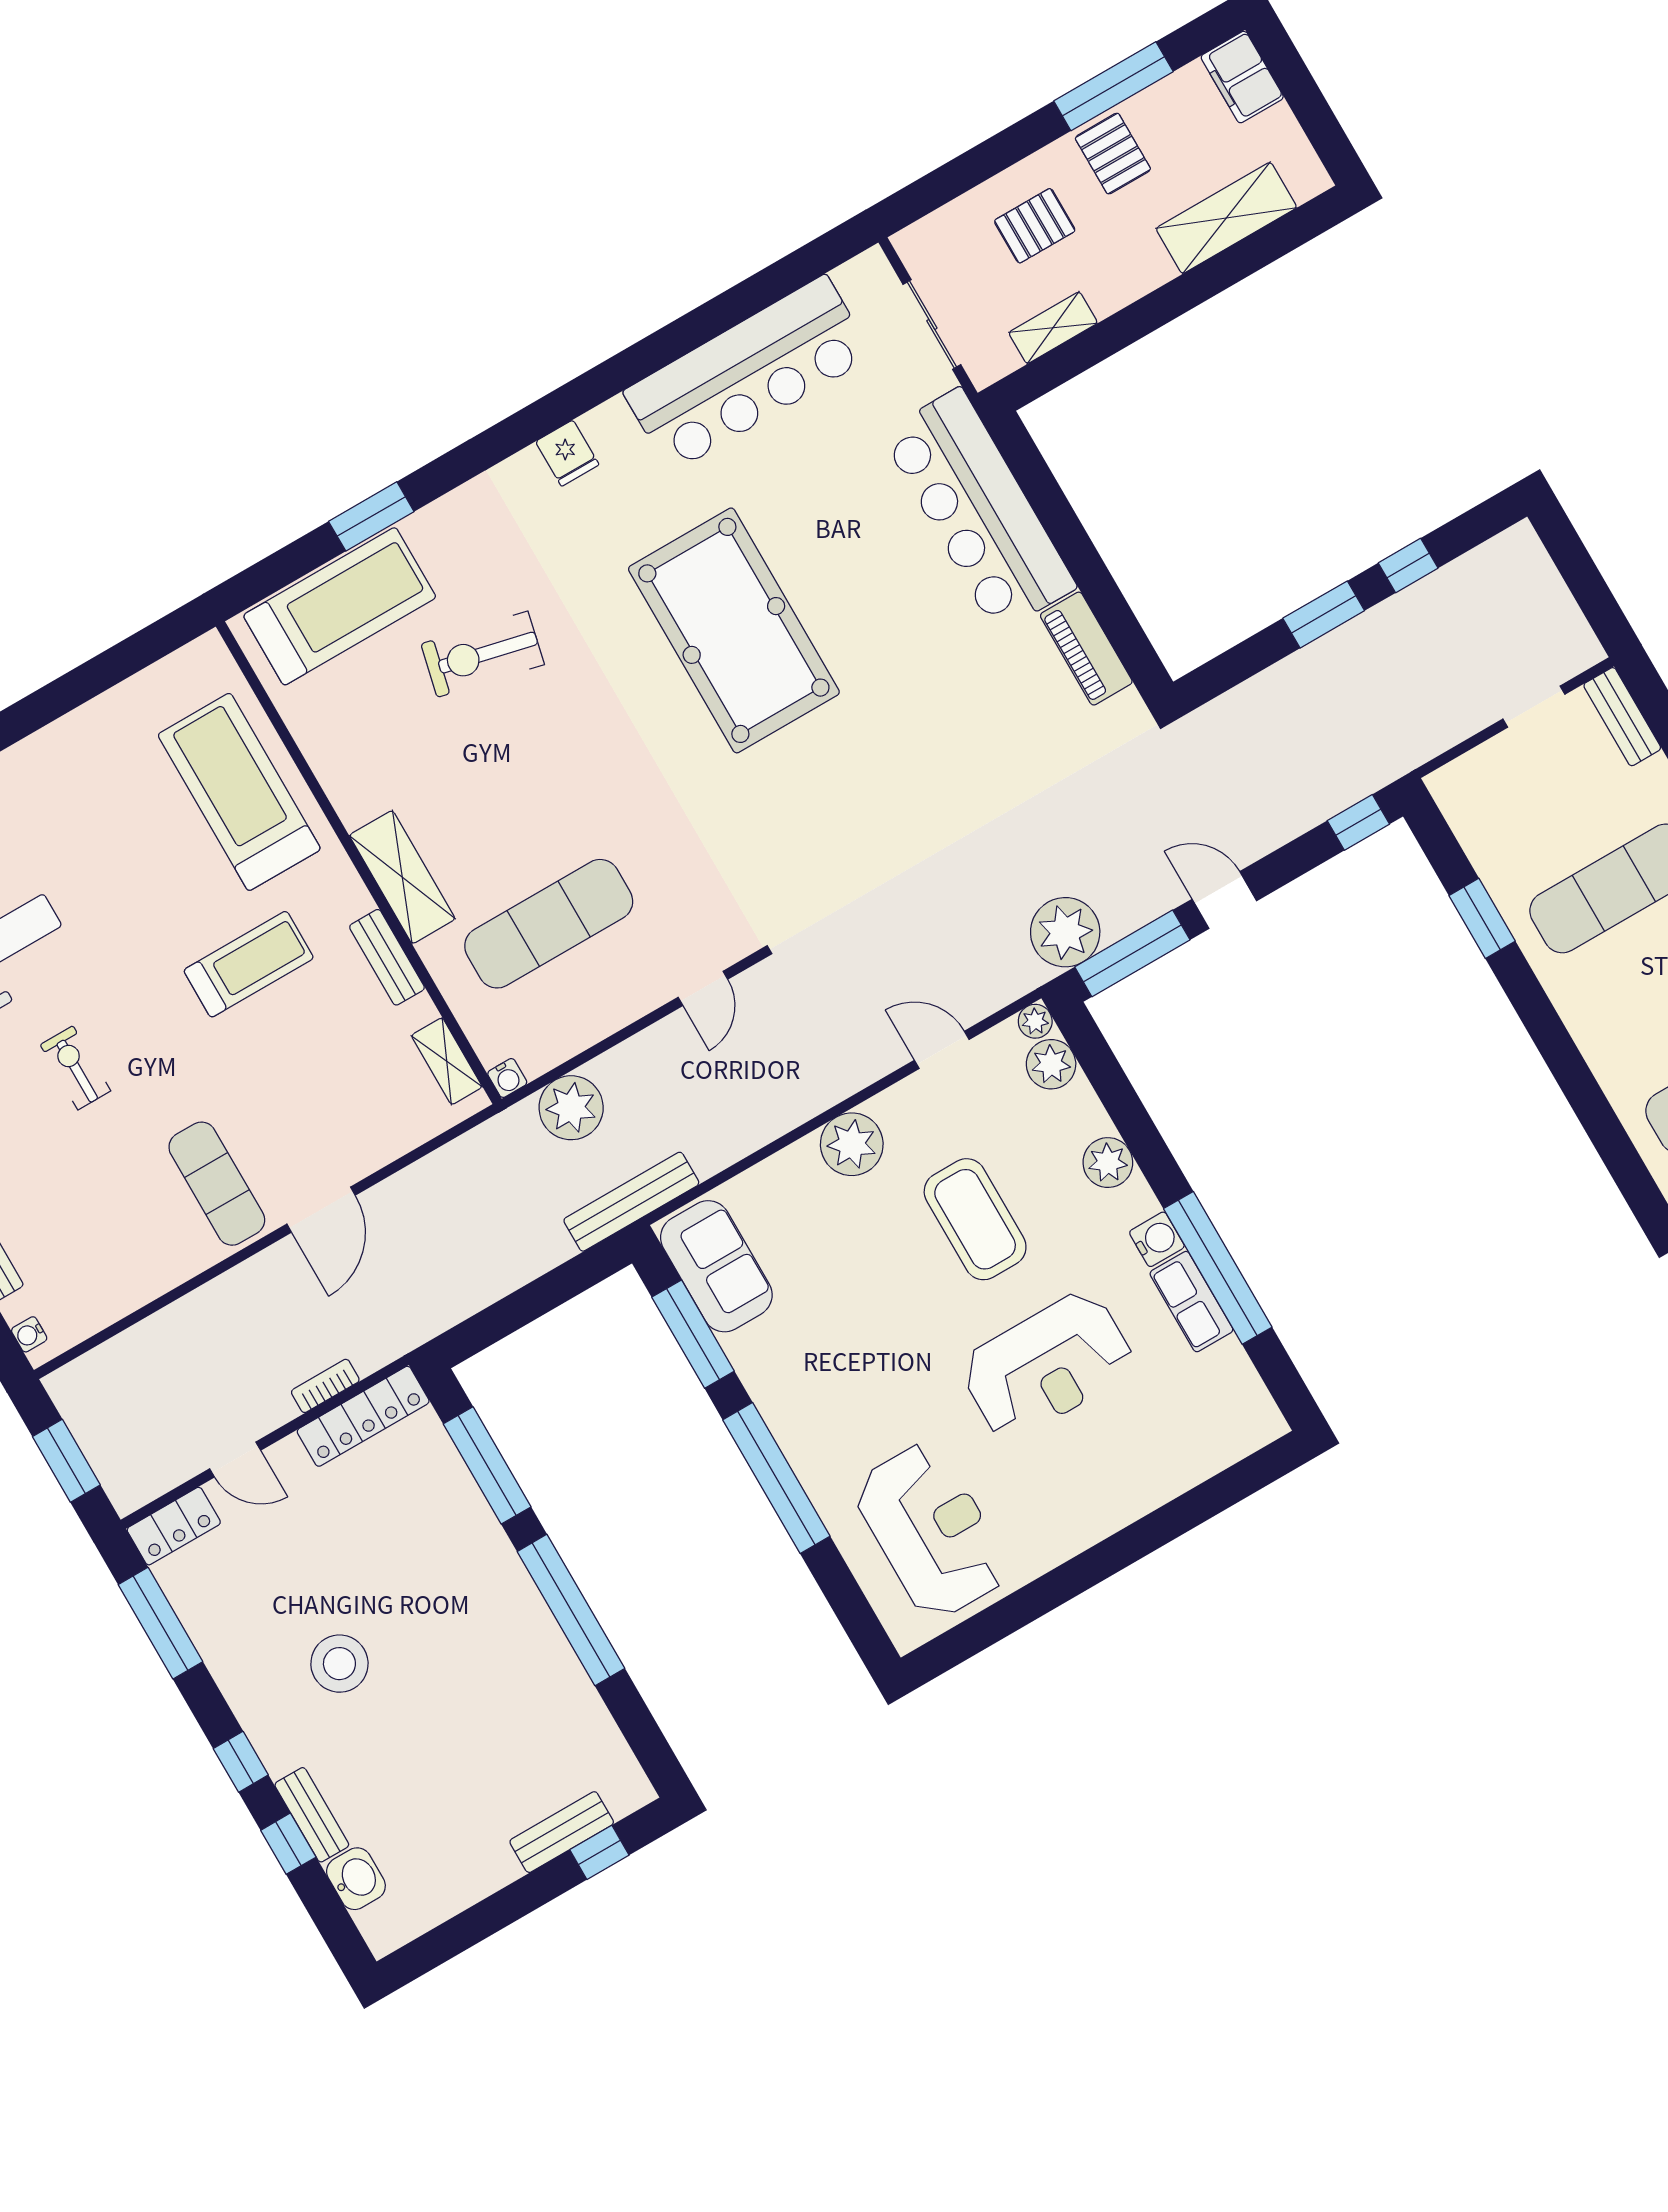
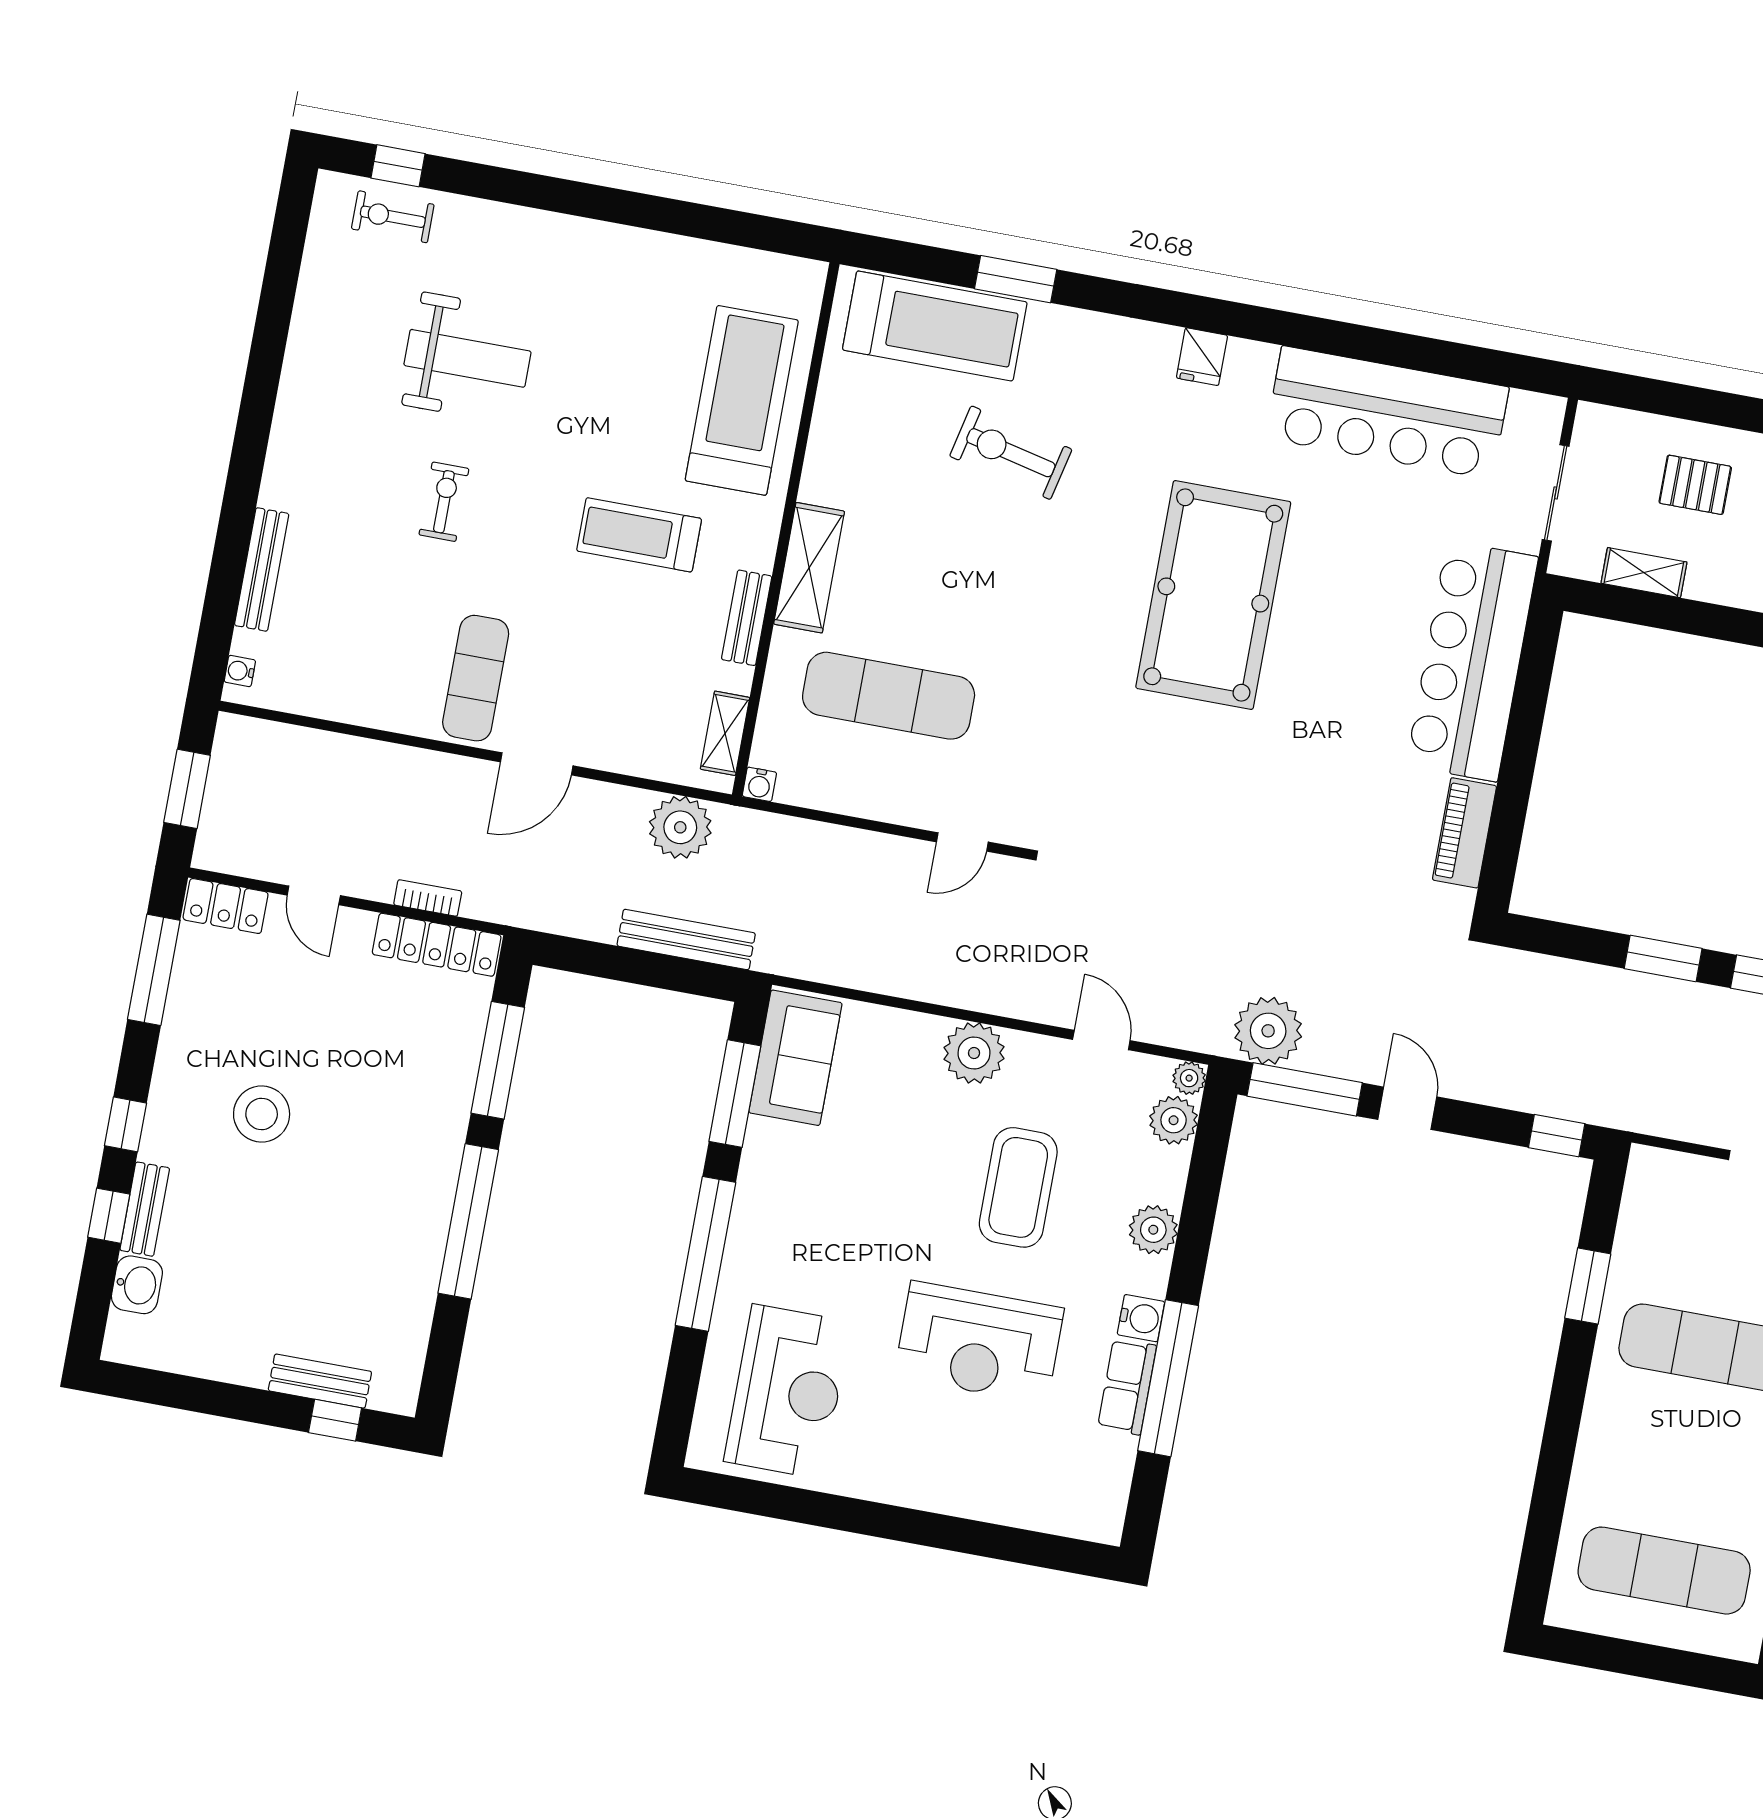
treadmill: (249, 964) -> (639, 535), turned 180
plant: (571, 1108) -> (680, 827), moved
bench: (631, 1202) -> (686, 939), moved

